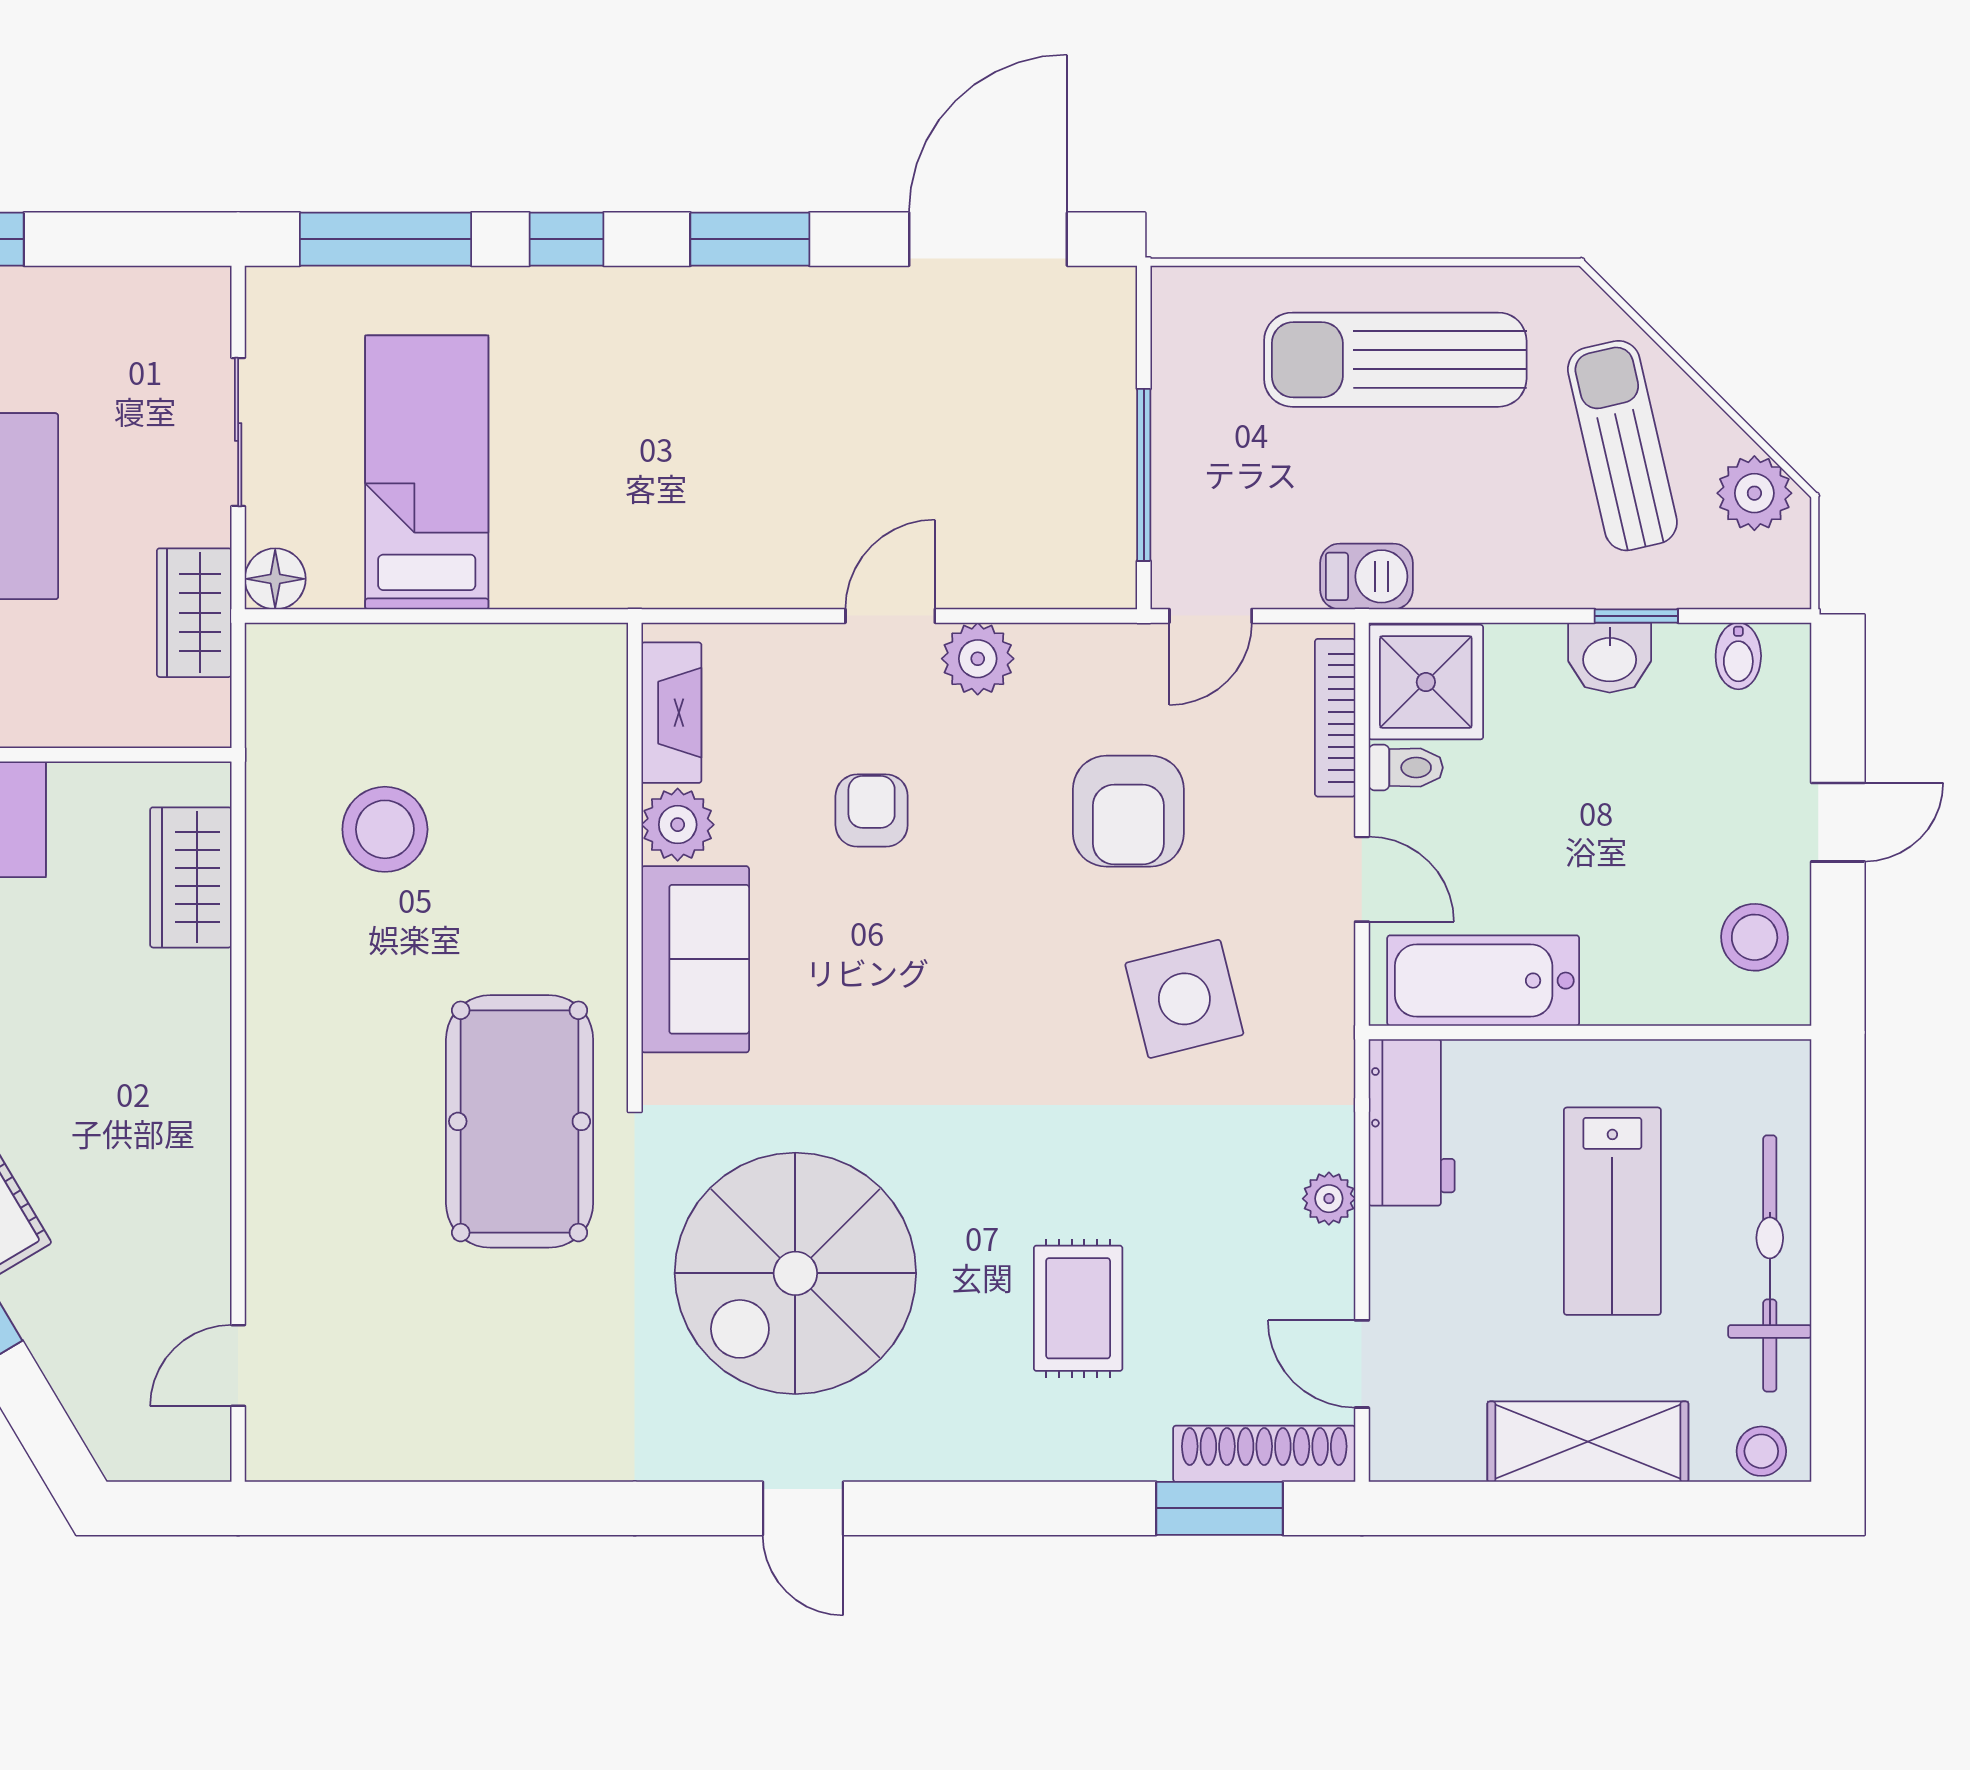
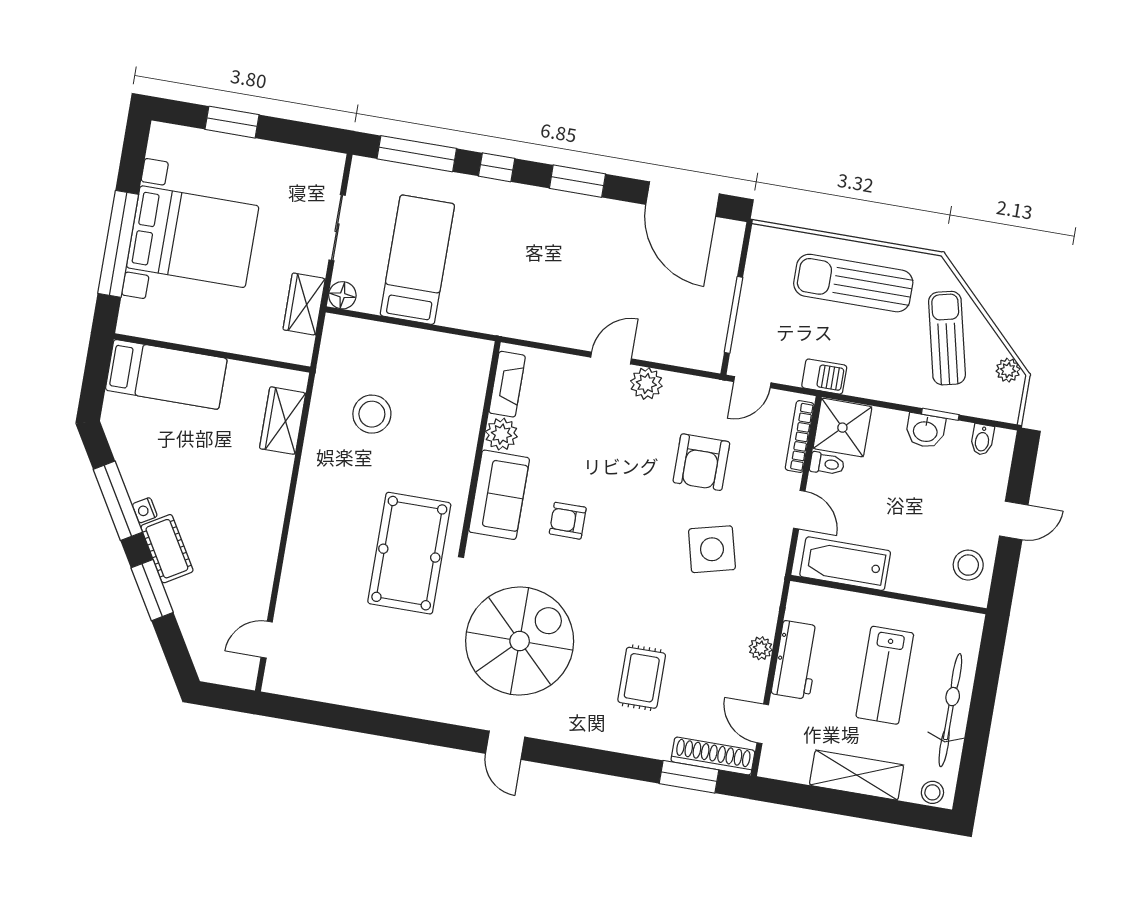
door: (988, 239) -> (683, 199), swing flipped
plant: (1754, 493) -> (1008, 370), width x0.73, depth x0.73
armchair: (872, 811) -> (568, 521), moved, turned -90
workbench: (1412, 1122) -> (796, 660), moved
spiral stairs: (795, 1273) -> (520, 641), turned 180

